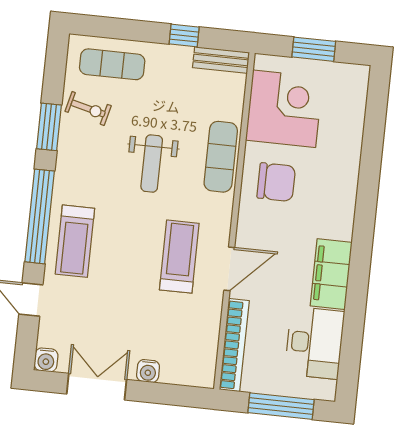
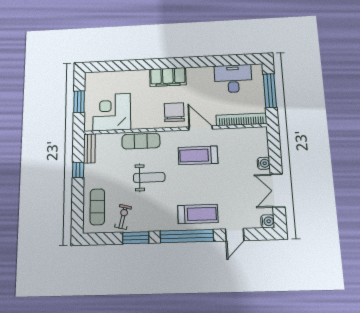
chair: (276, 182) -> (174, 112), moved
filing cabinet: (331, 274) -> (168, 77), moved

